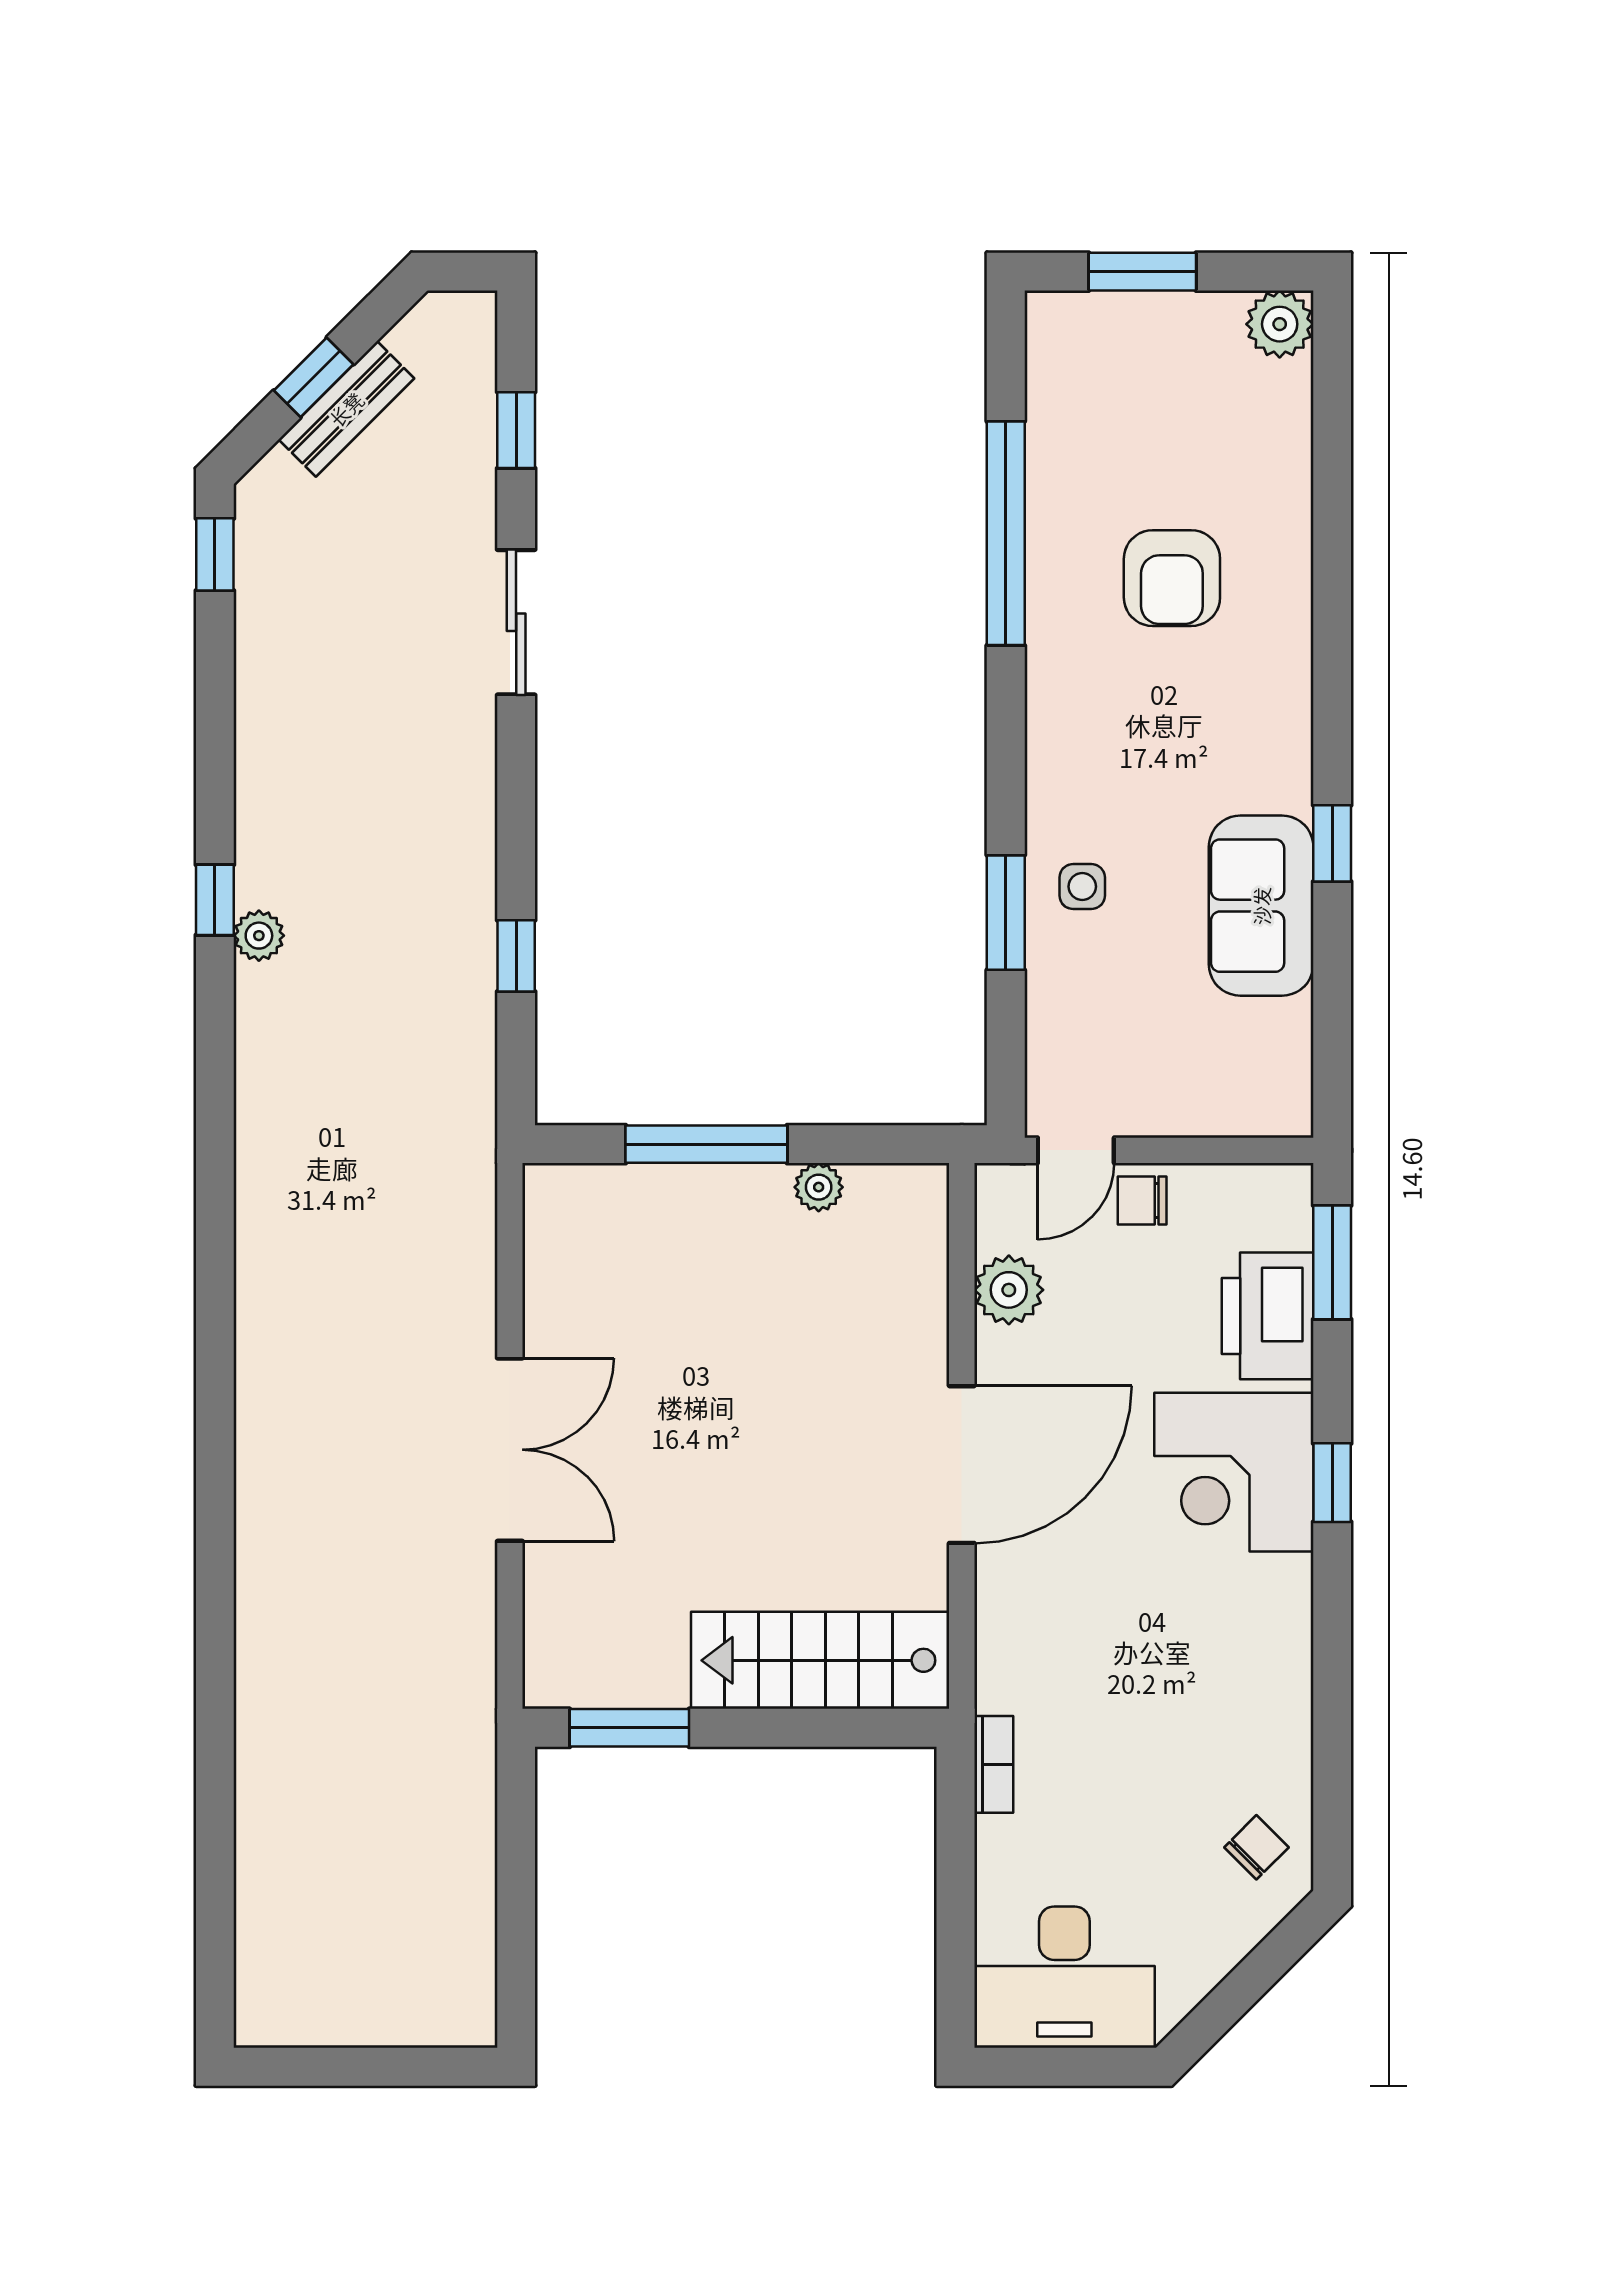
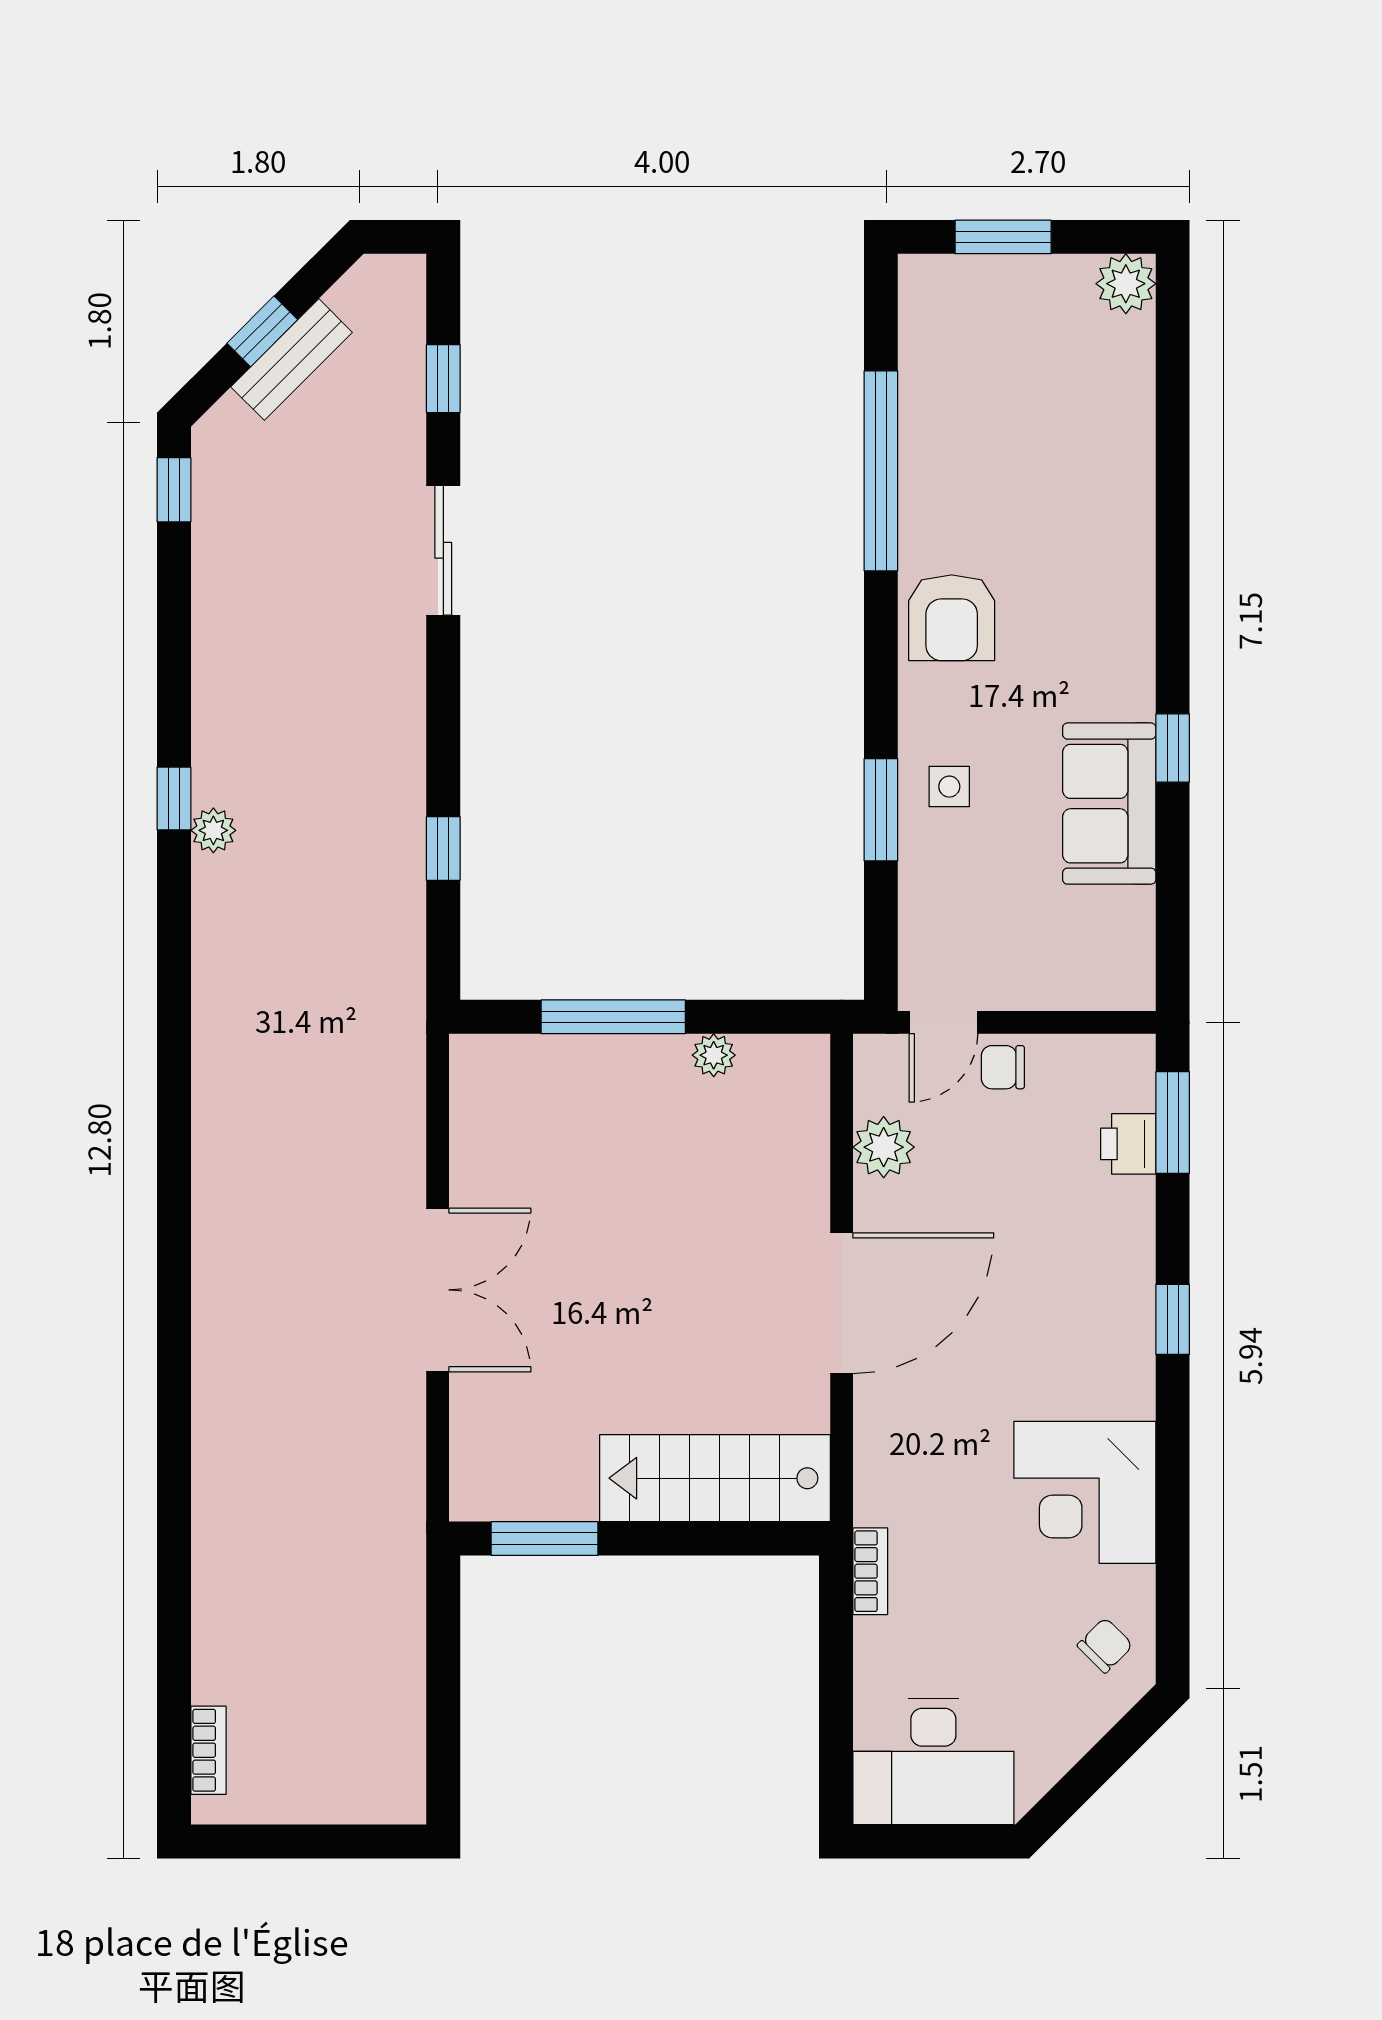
armchair: (1172, 578) -> (952, 618), moved
printer: (1268, 1316) -> (1128, 1144), width x0.53, depth x0.68
corner desk: (1234, 1472) -> (1085, 1492), moved
bookcase: (253, 1965) -> (208, 1750), added

